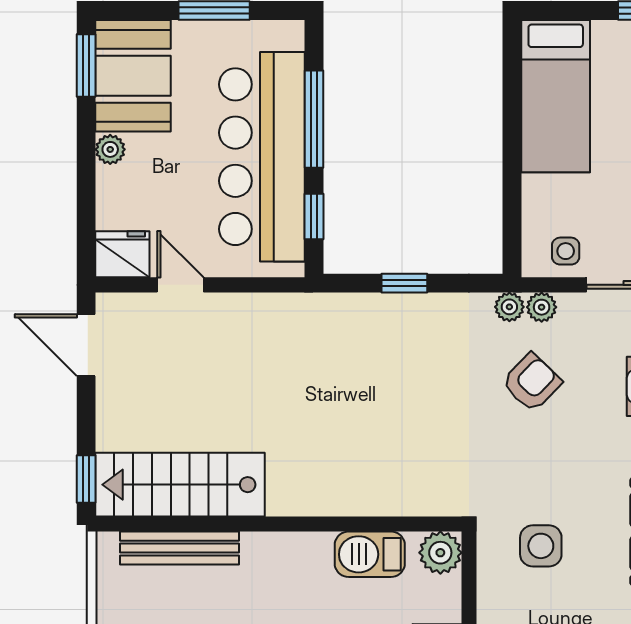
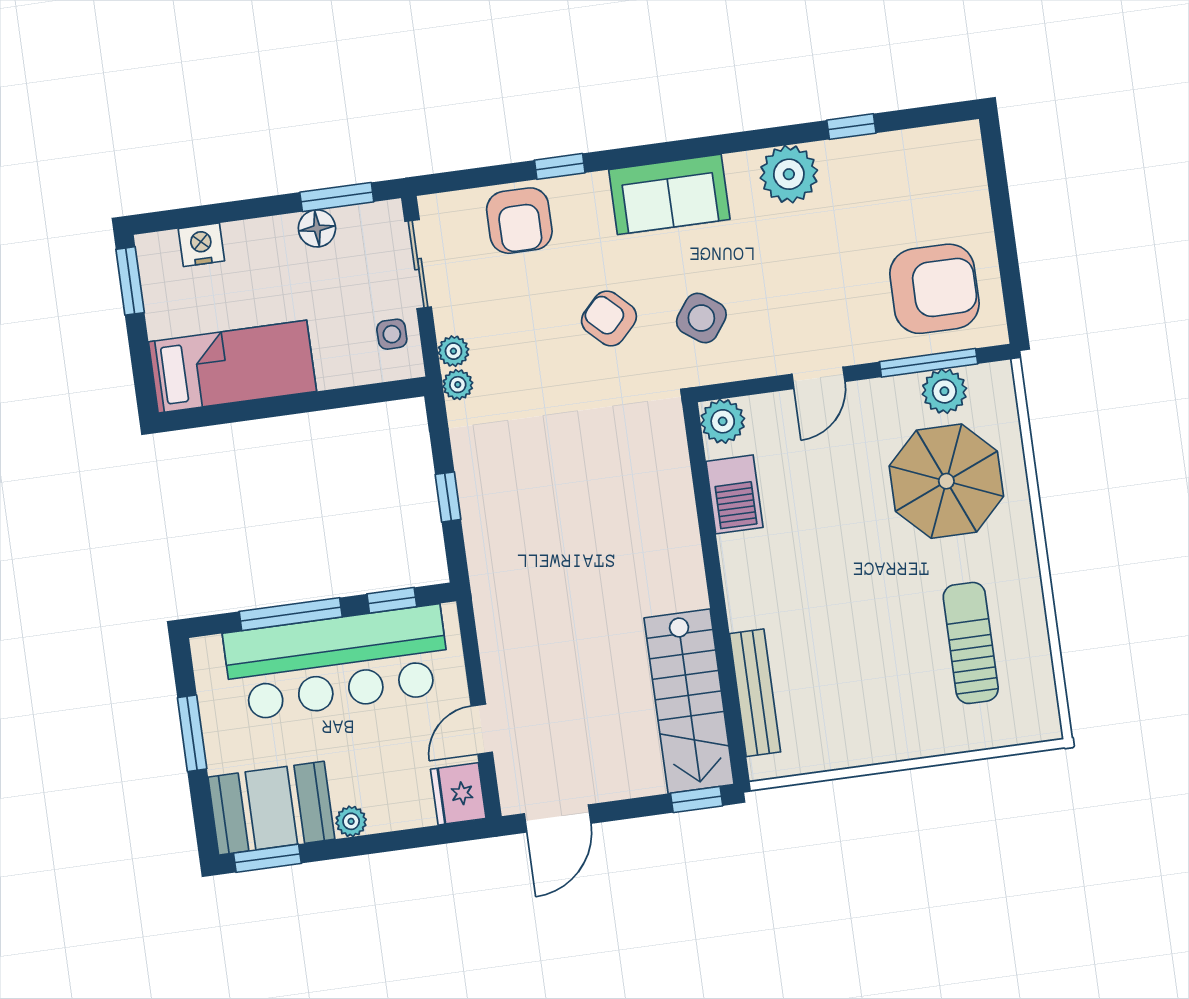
armchair: (532, 382) -> (609, 318), moved
side table: (541, 546) -> (701, 318), turned 36

